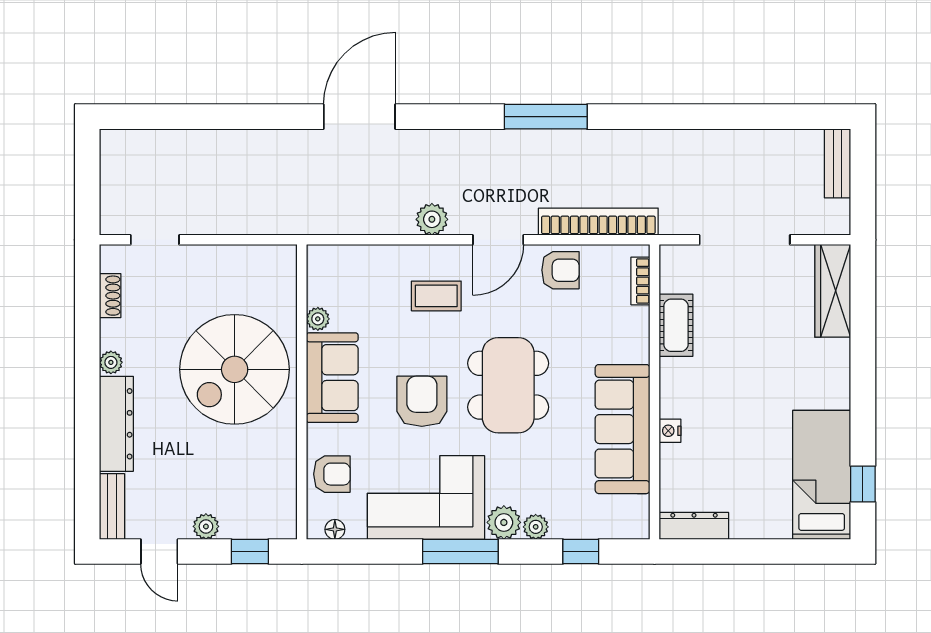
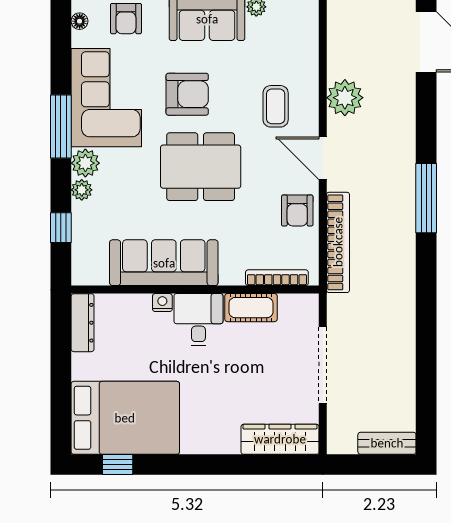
plant: (432, 219) -> (345, 98), width x1.36, depth x1.36
bookcase: (640, 281) -> (277, 278), width x1.56
desk: (690, 388) -> (198, 320), added
bed: (822, 475) -> (125, 418), width x1.50

